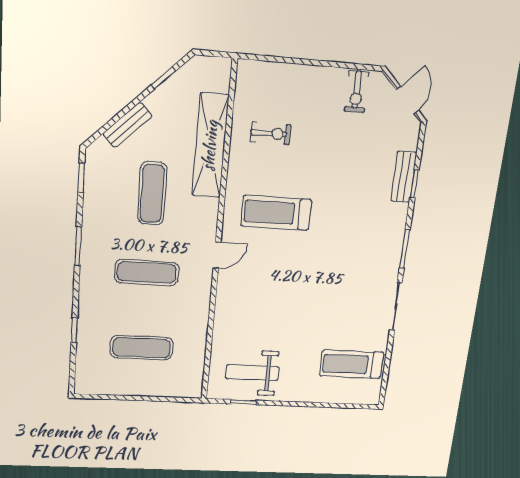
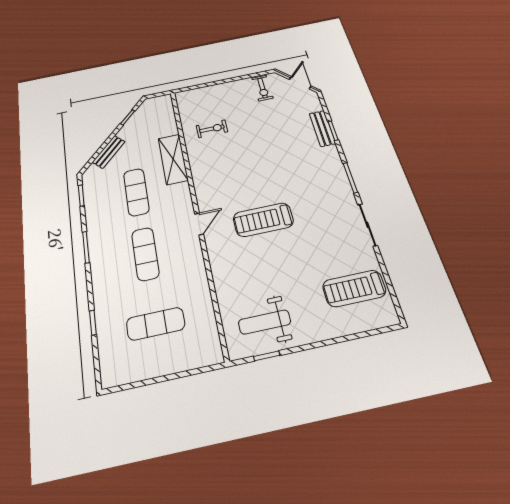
shelving: (210, 146) -> (173, 159), width x0.68
treadmill: (276, 213) -> (263, 220), moved
exercise mat: (147, 272) -> (145, 254), turned 90

